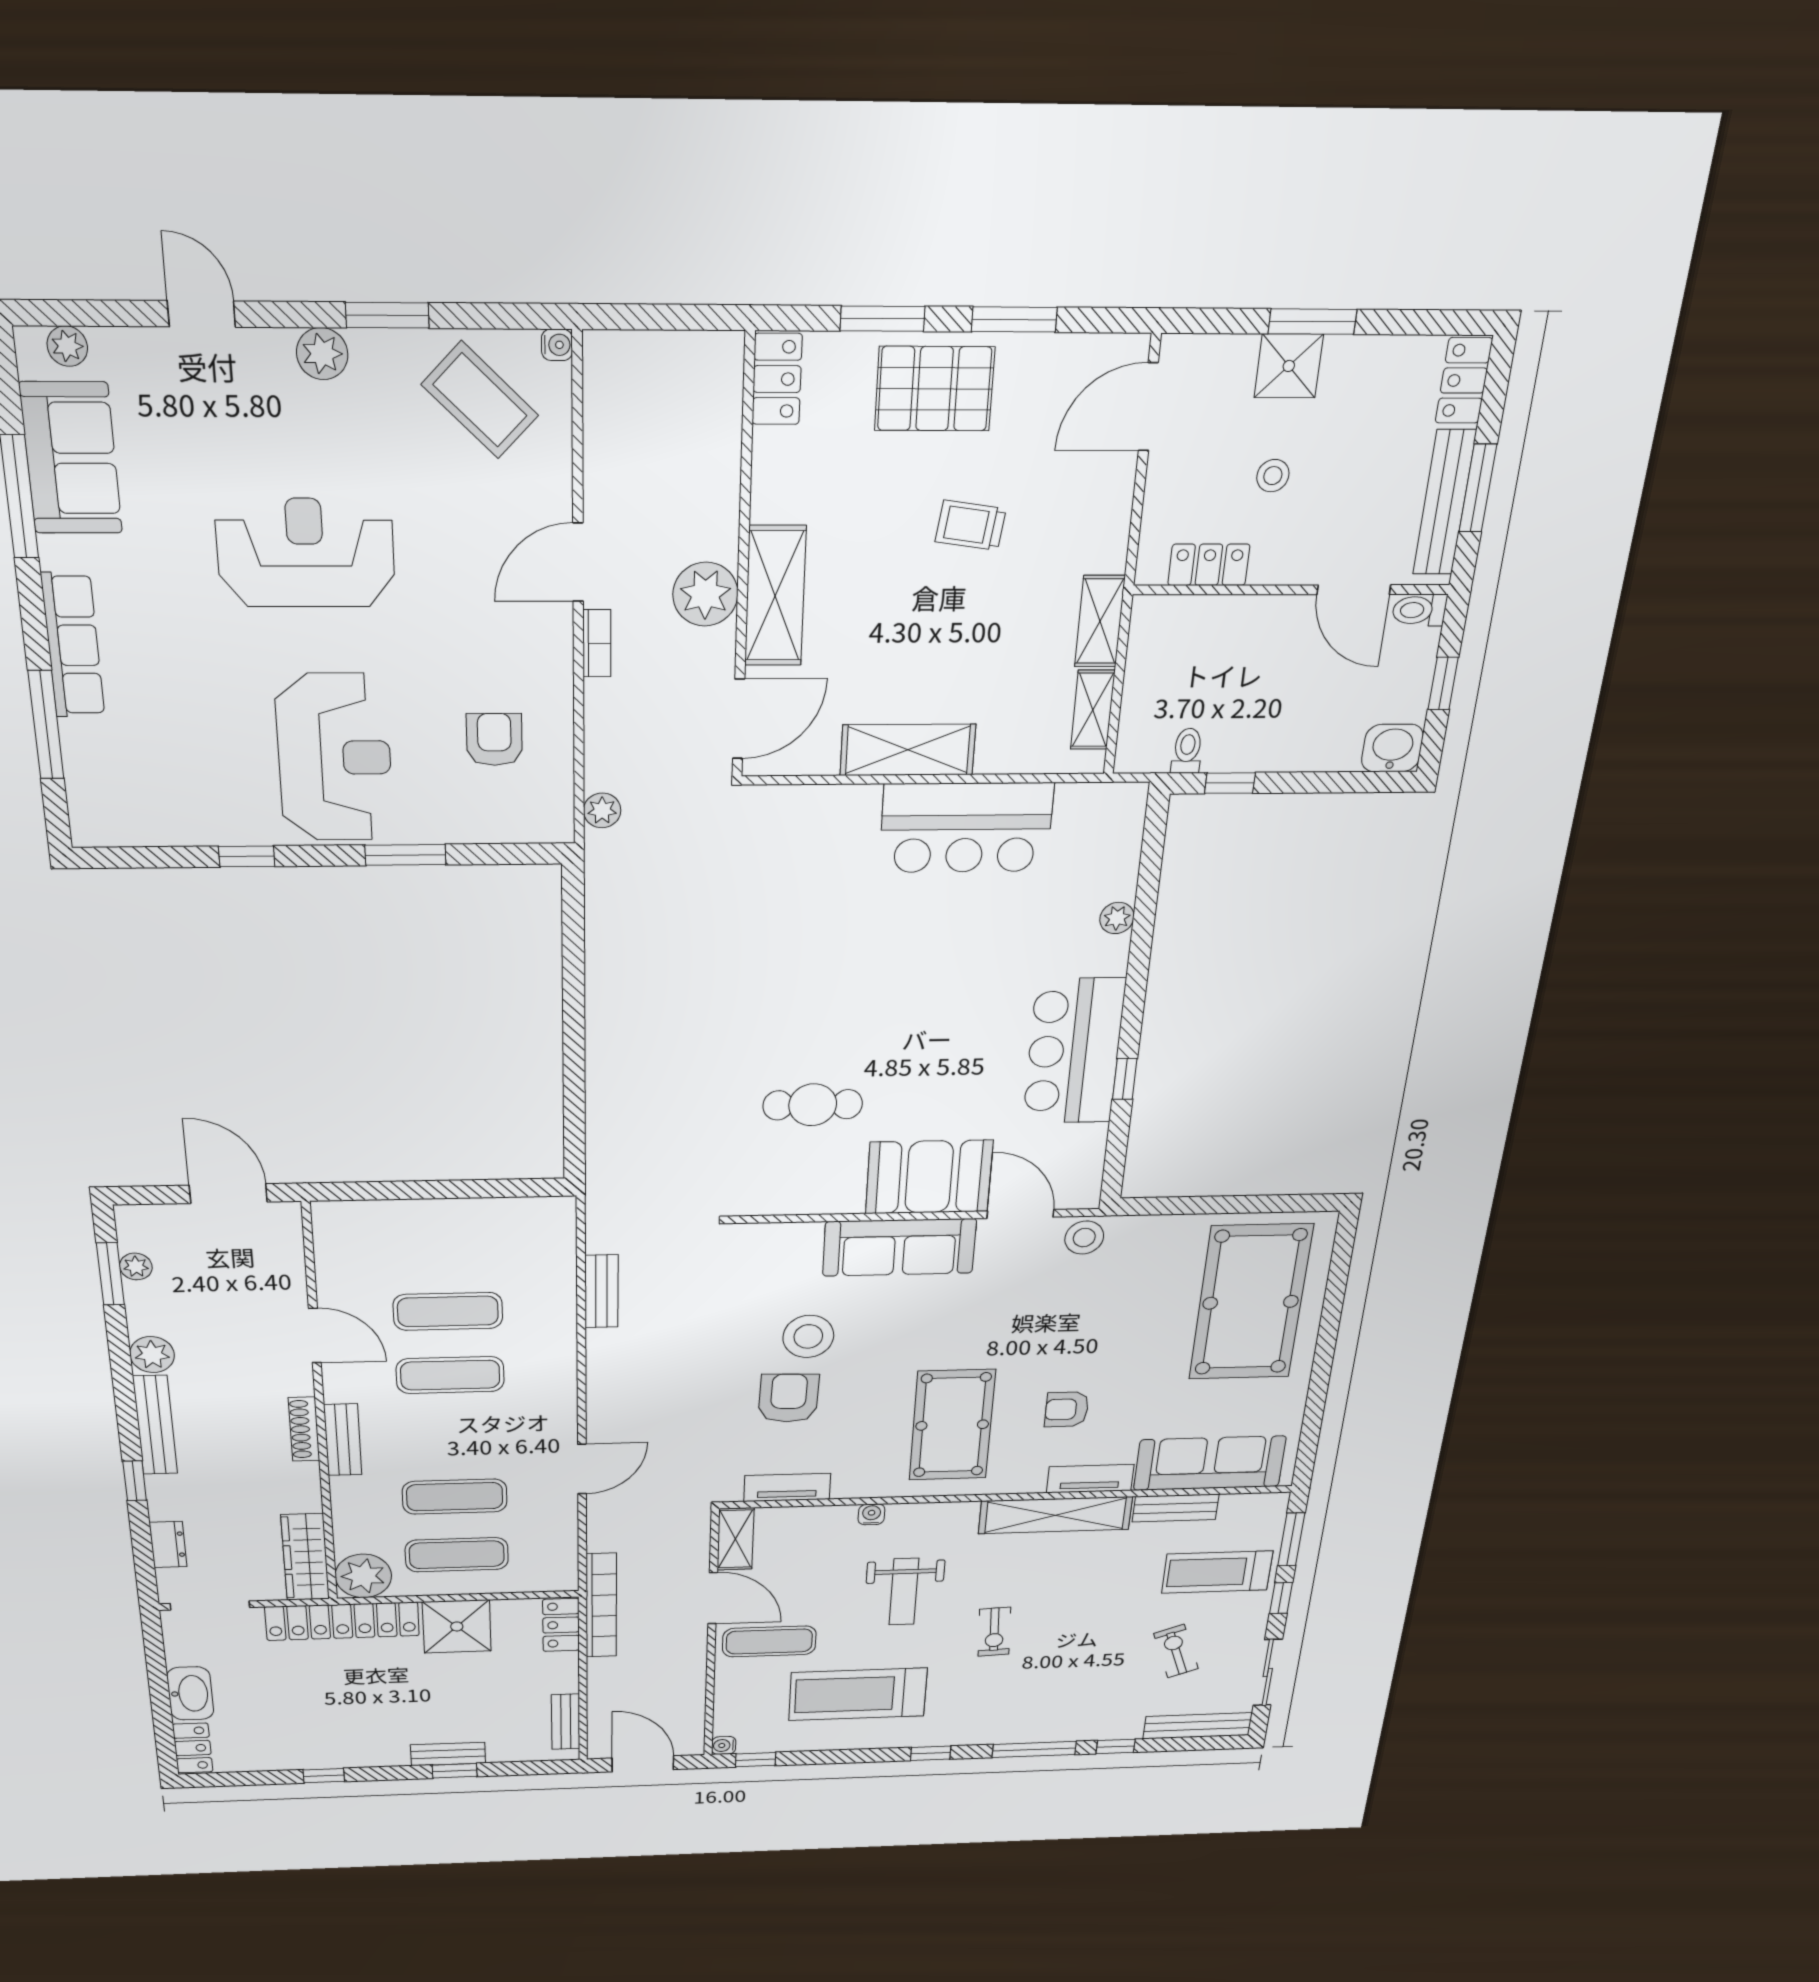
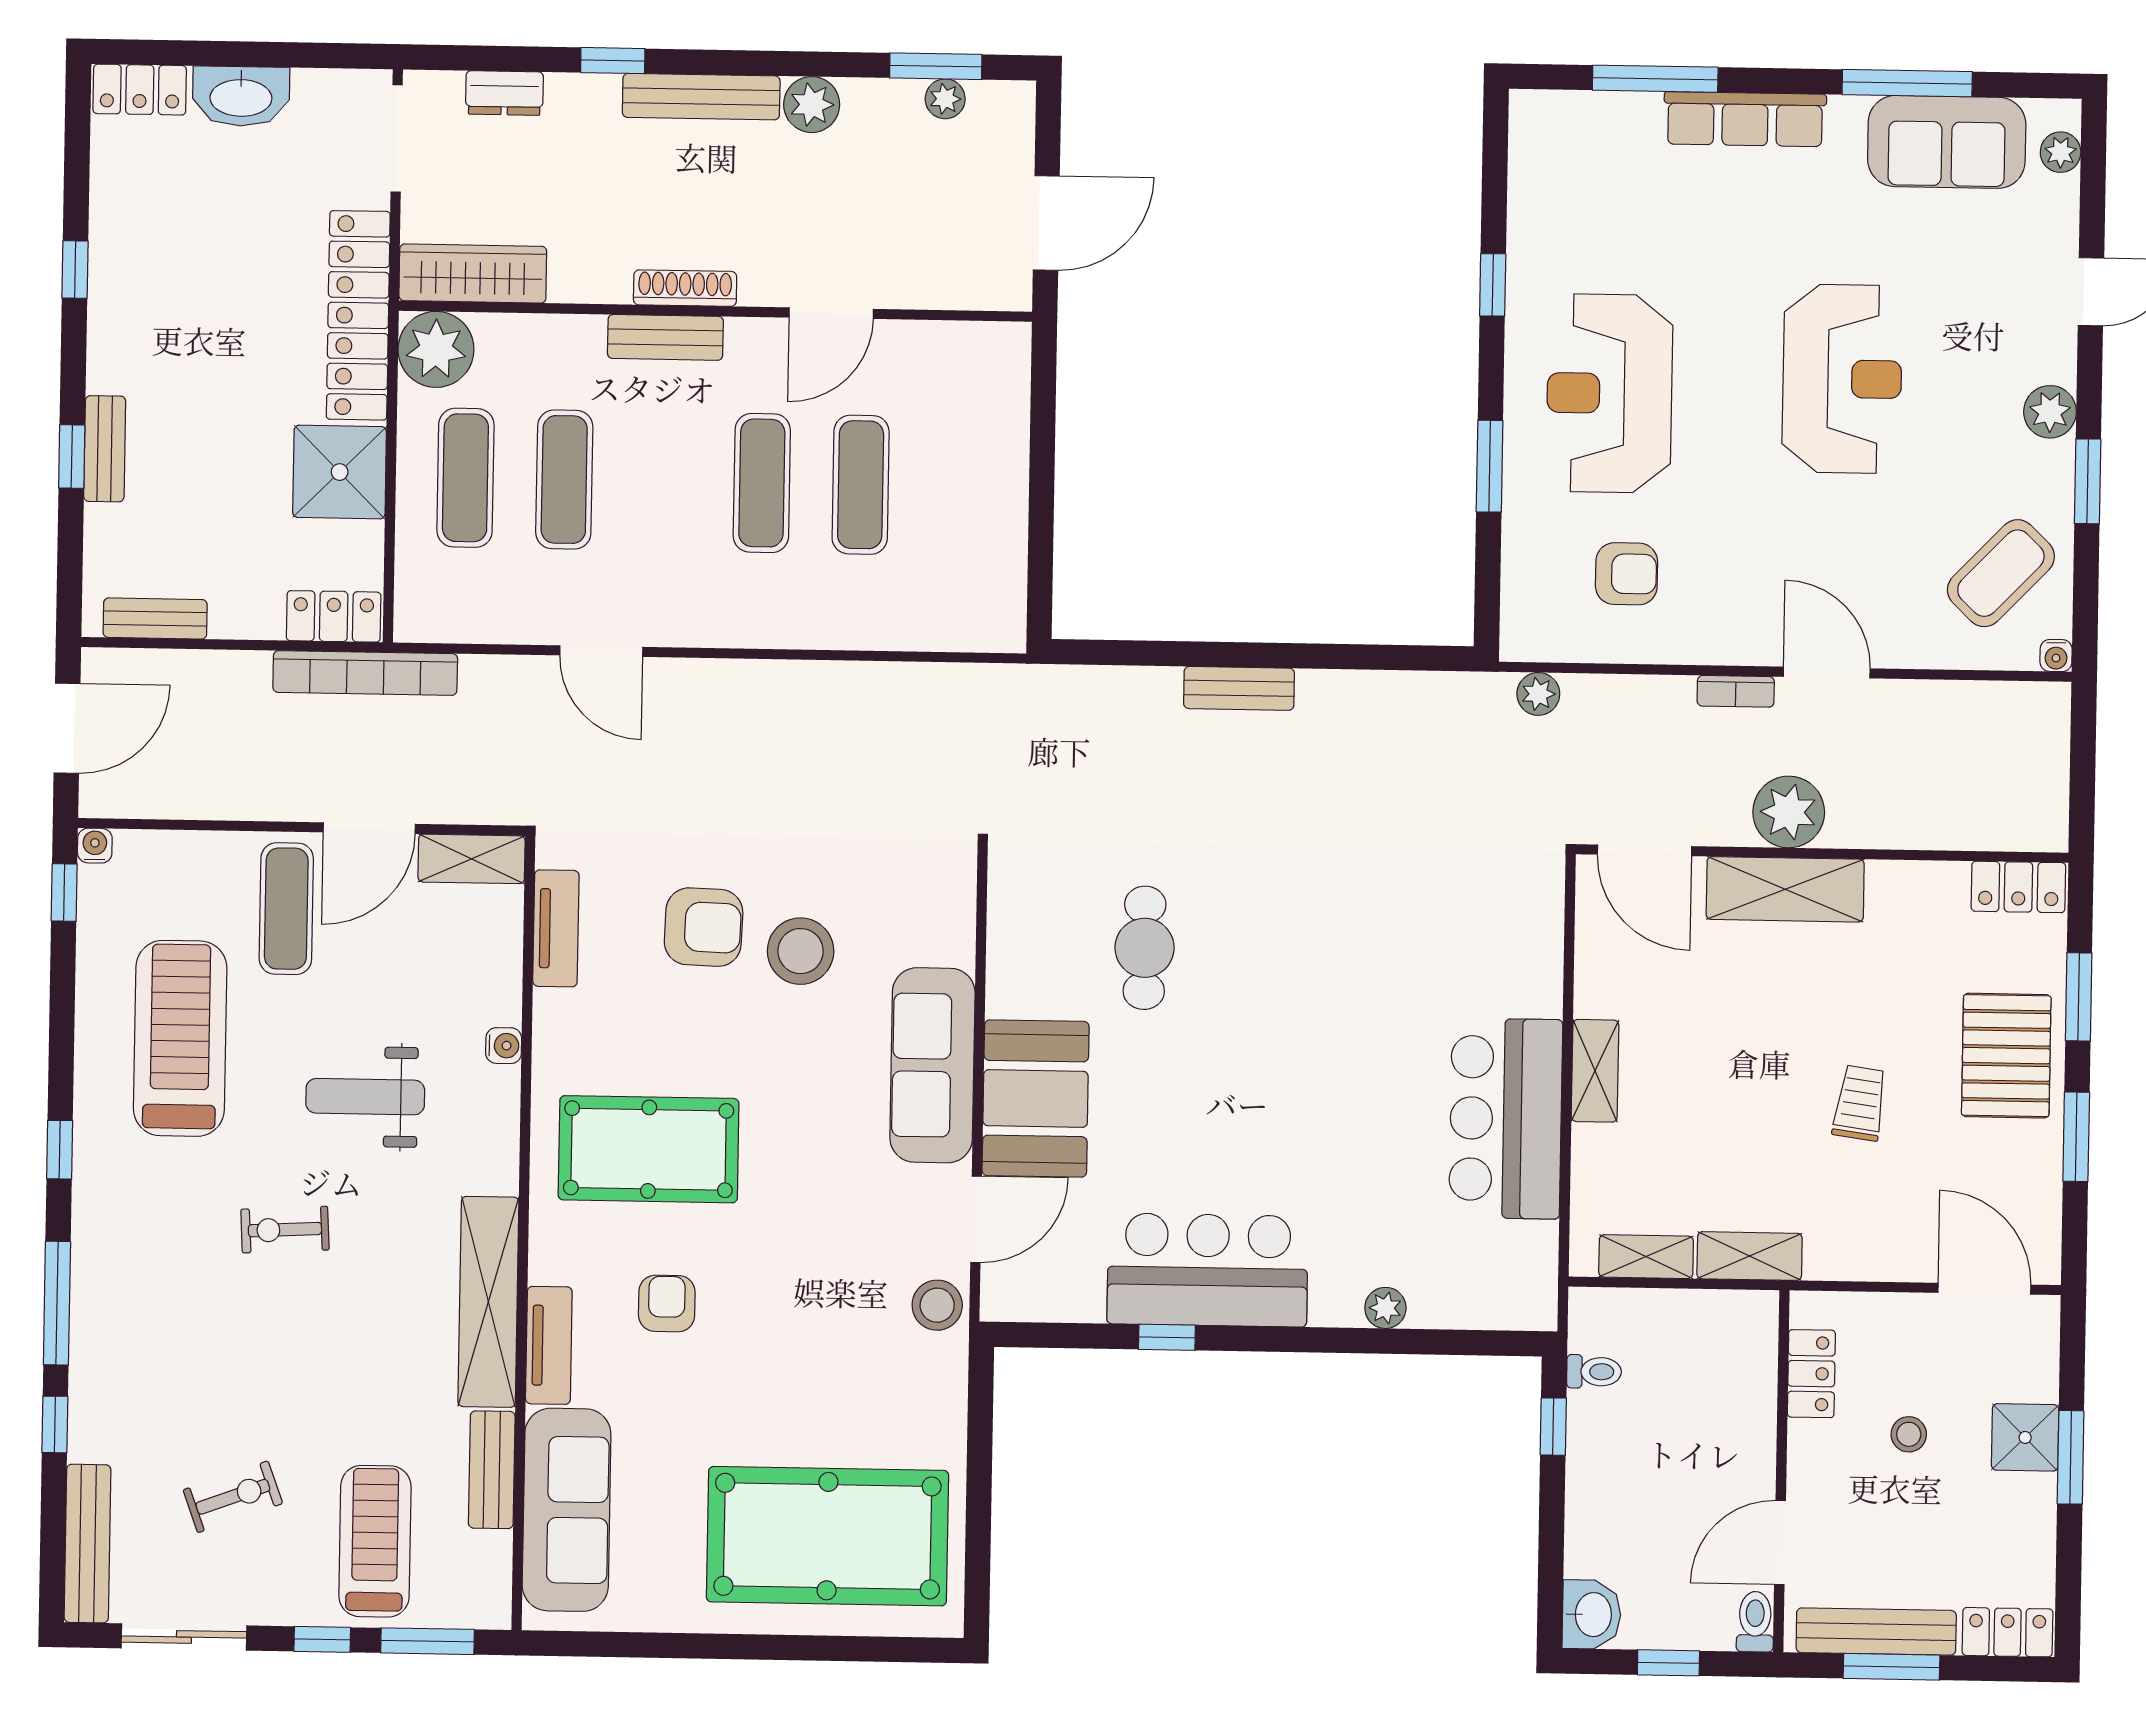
shelving: (908, 750) -> (1595, 1071), width x0.67, depth x0.75
reception desk: (335, 758) -> (1609, 393), turned 90
bench: (602, 1291) -> (1239, 688), moved

